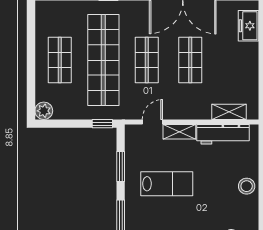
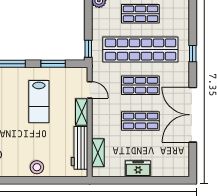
freezer: (248, 26) -> (138, 169), moved

